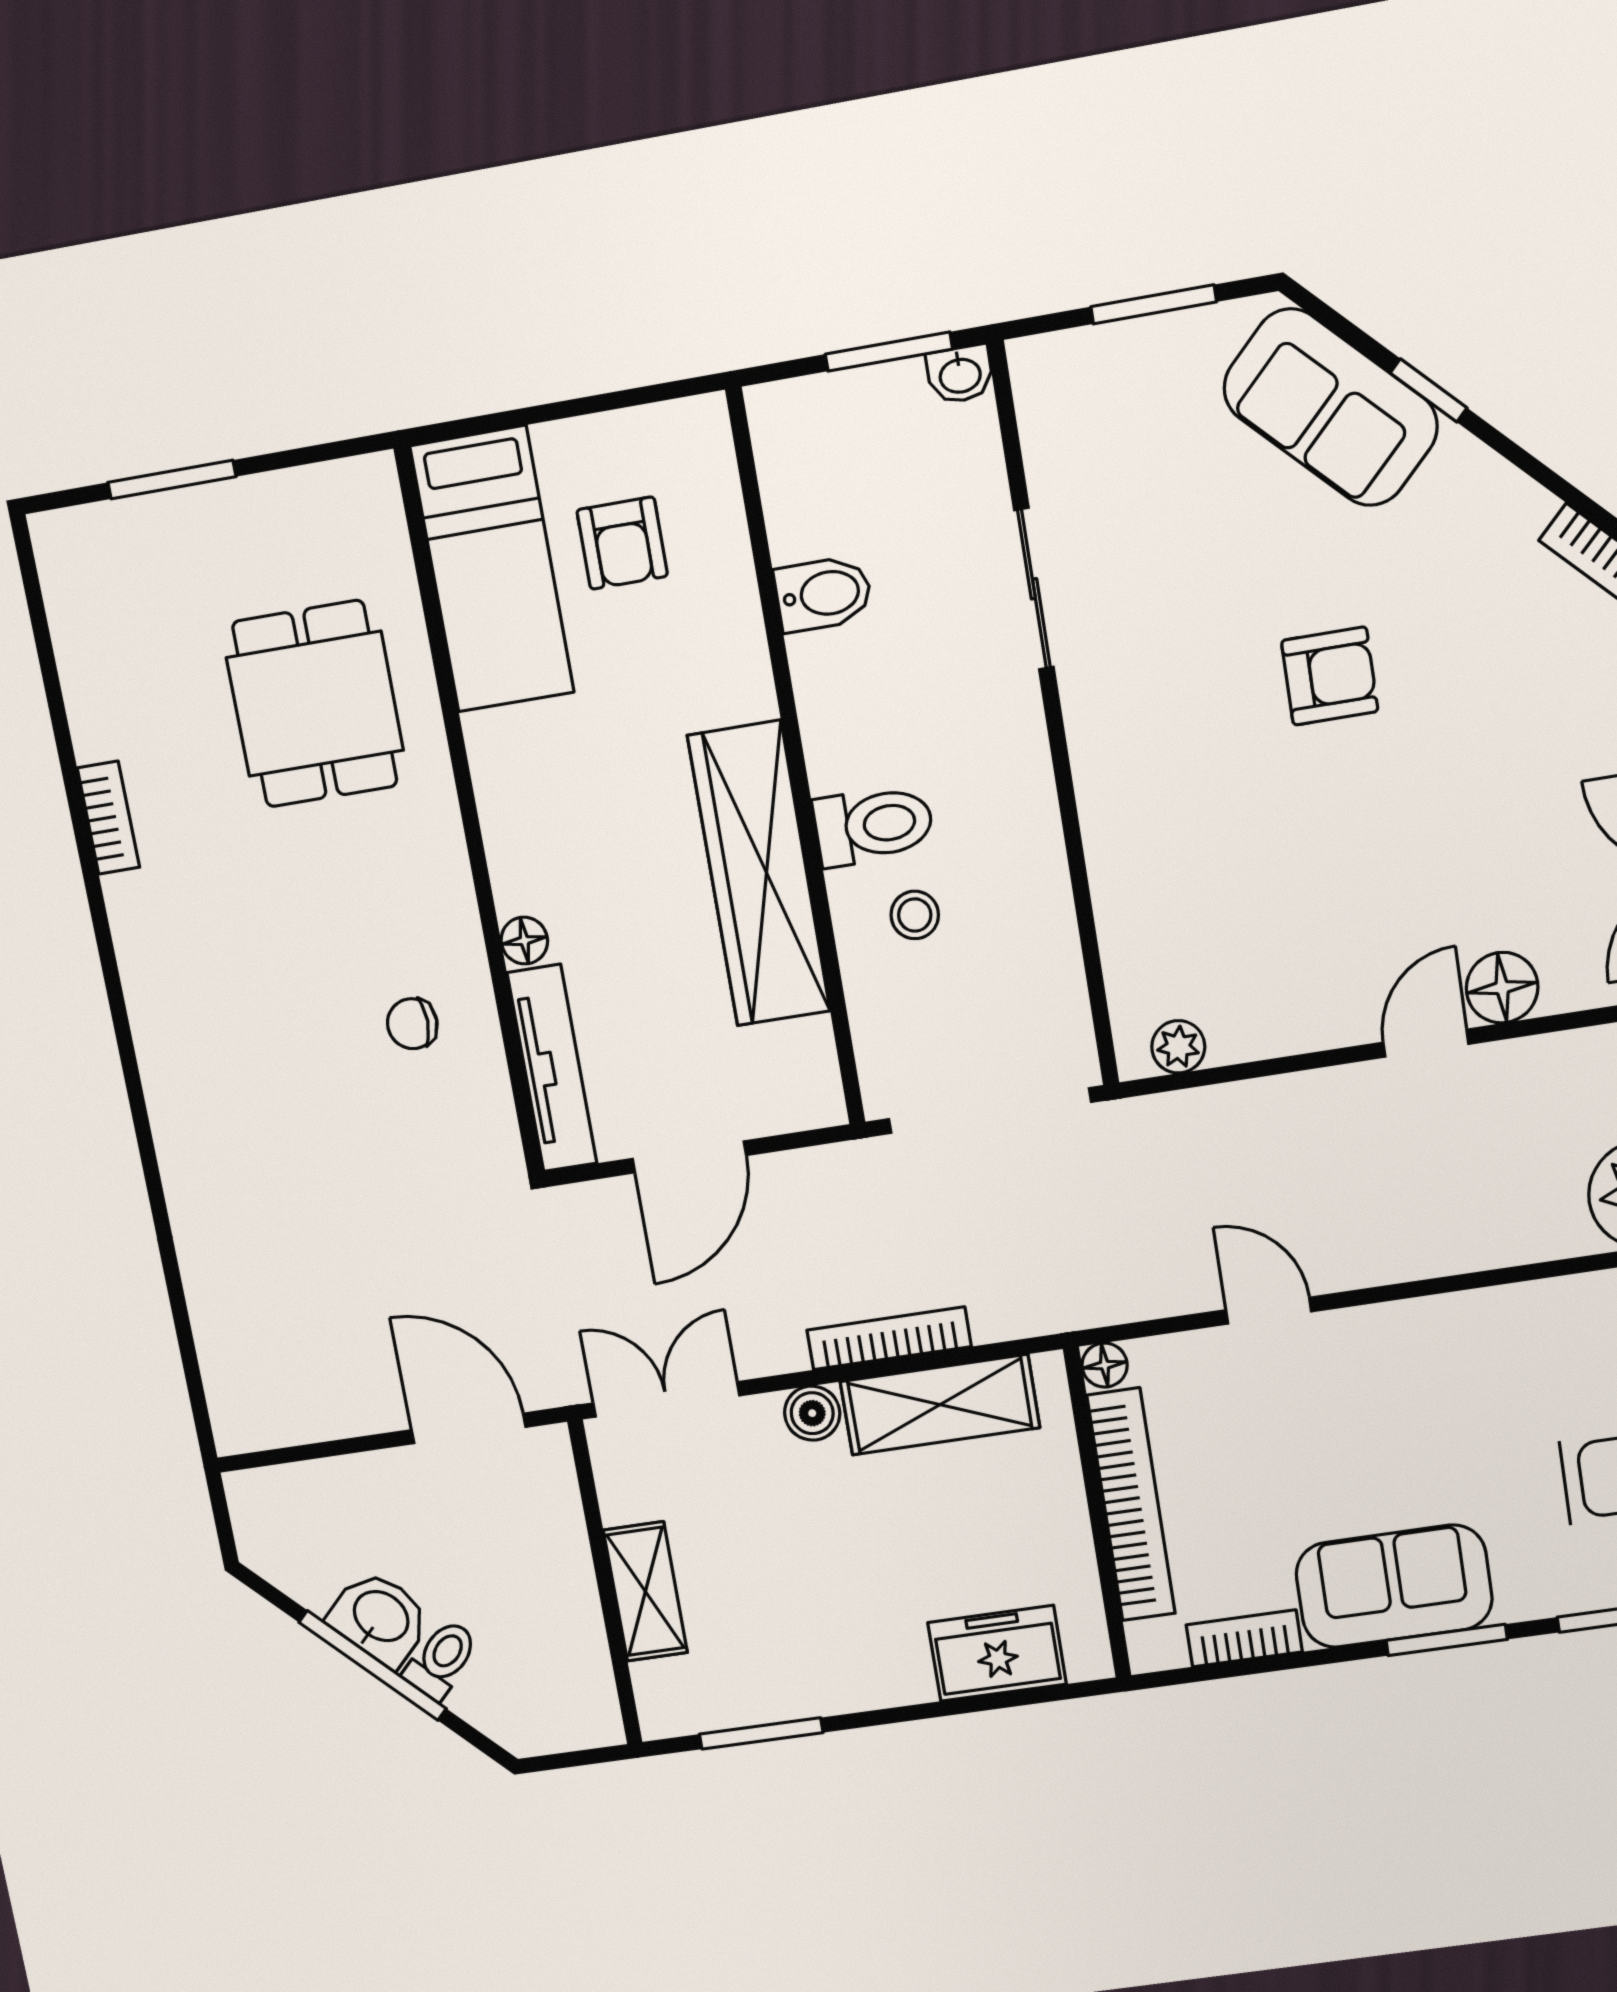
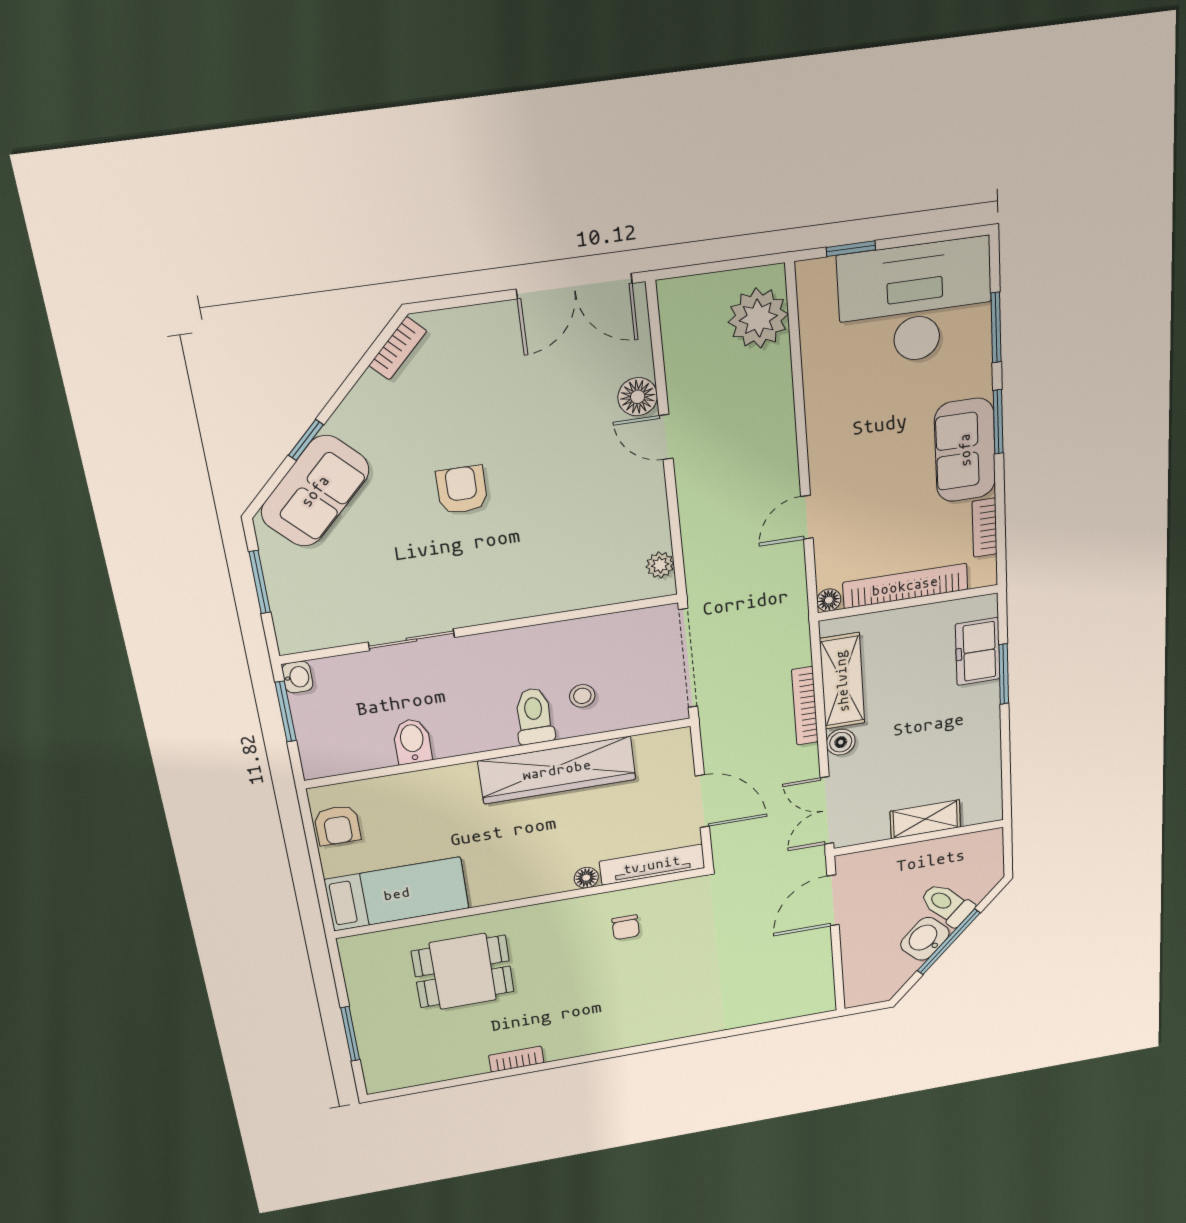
armchair: (622, 543) -> (337, 825), moved, turned 90
toilet: (441, 1659) -> (947, 904), width x1.37, depth x1.39
window: (761, 1733) -> (1004, 674), moved

